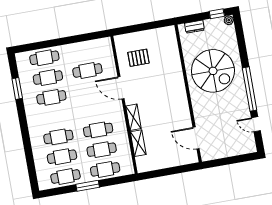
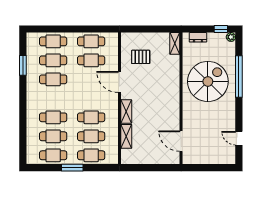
shelving: (171, 37) -> (175, 43), added
cafe table: (84, 51) -> (91, 41), added
spiral stairs: (213, 71) -> (208, 81), turned -90
window: (250, 89) -> (239, 77), moved

